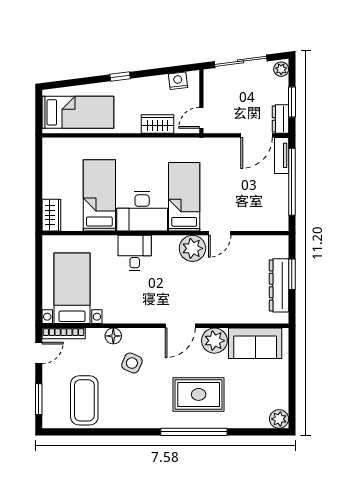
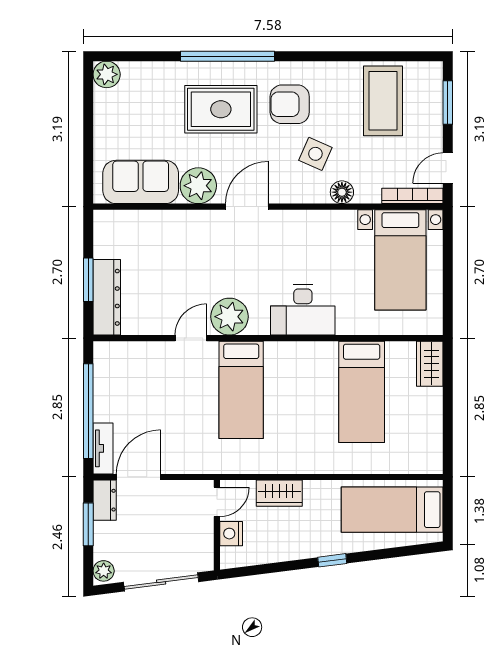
nightstand: (178, 81) -> (231, 534), moved, turned 97
desk: (142, 211) -> (301, 369), removed
desk: (135, 253) -> (303, 310), width x1.37
dresser: (279, 285) -> (107, 297), moved
armchair: (150, 398) -> (290, 104), added

